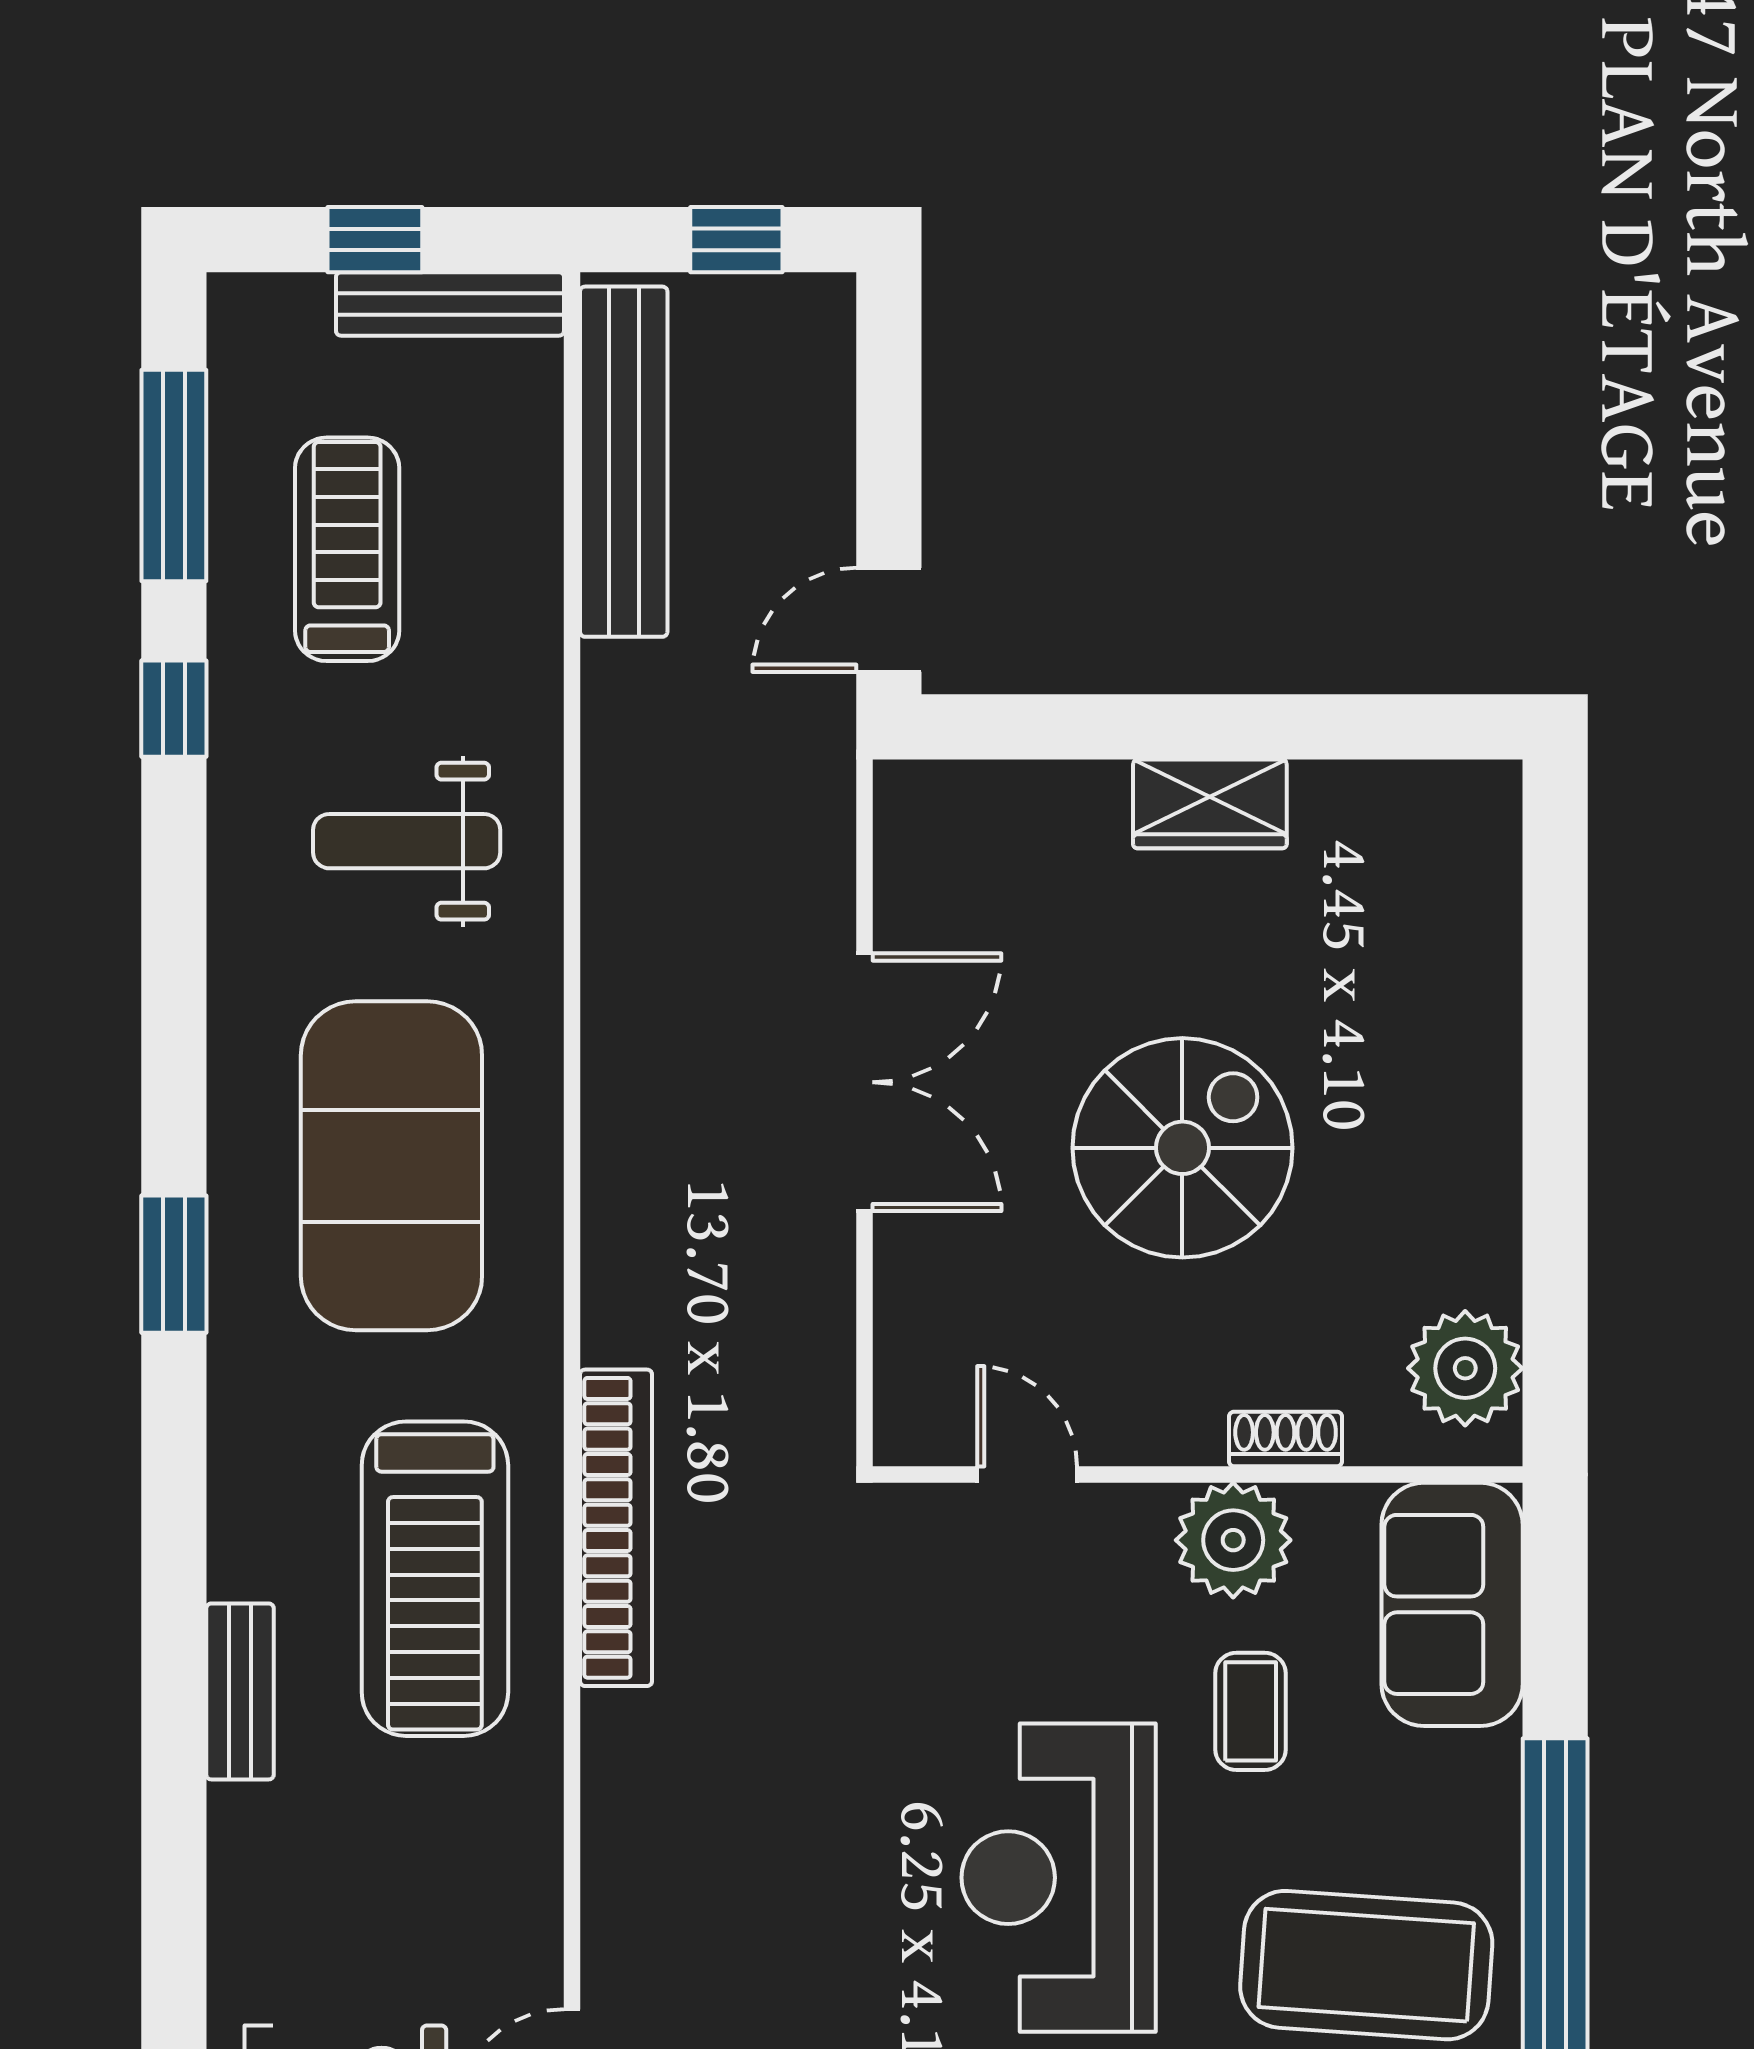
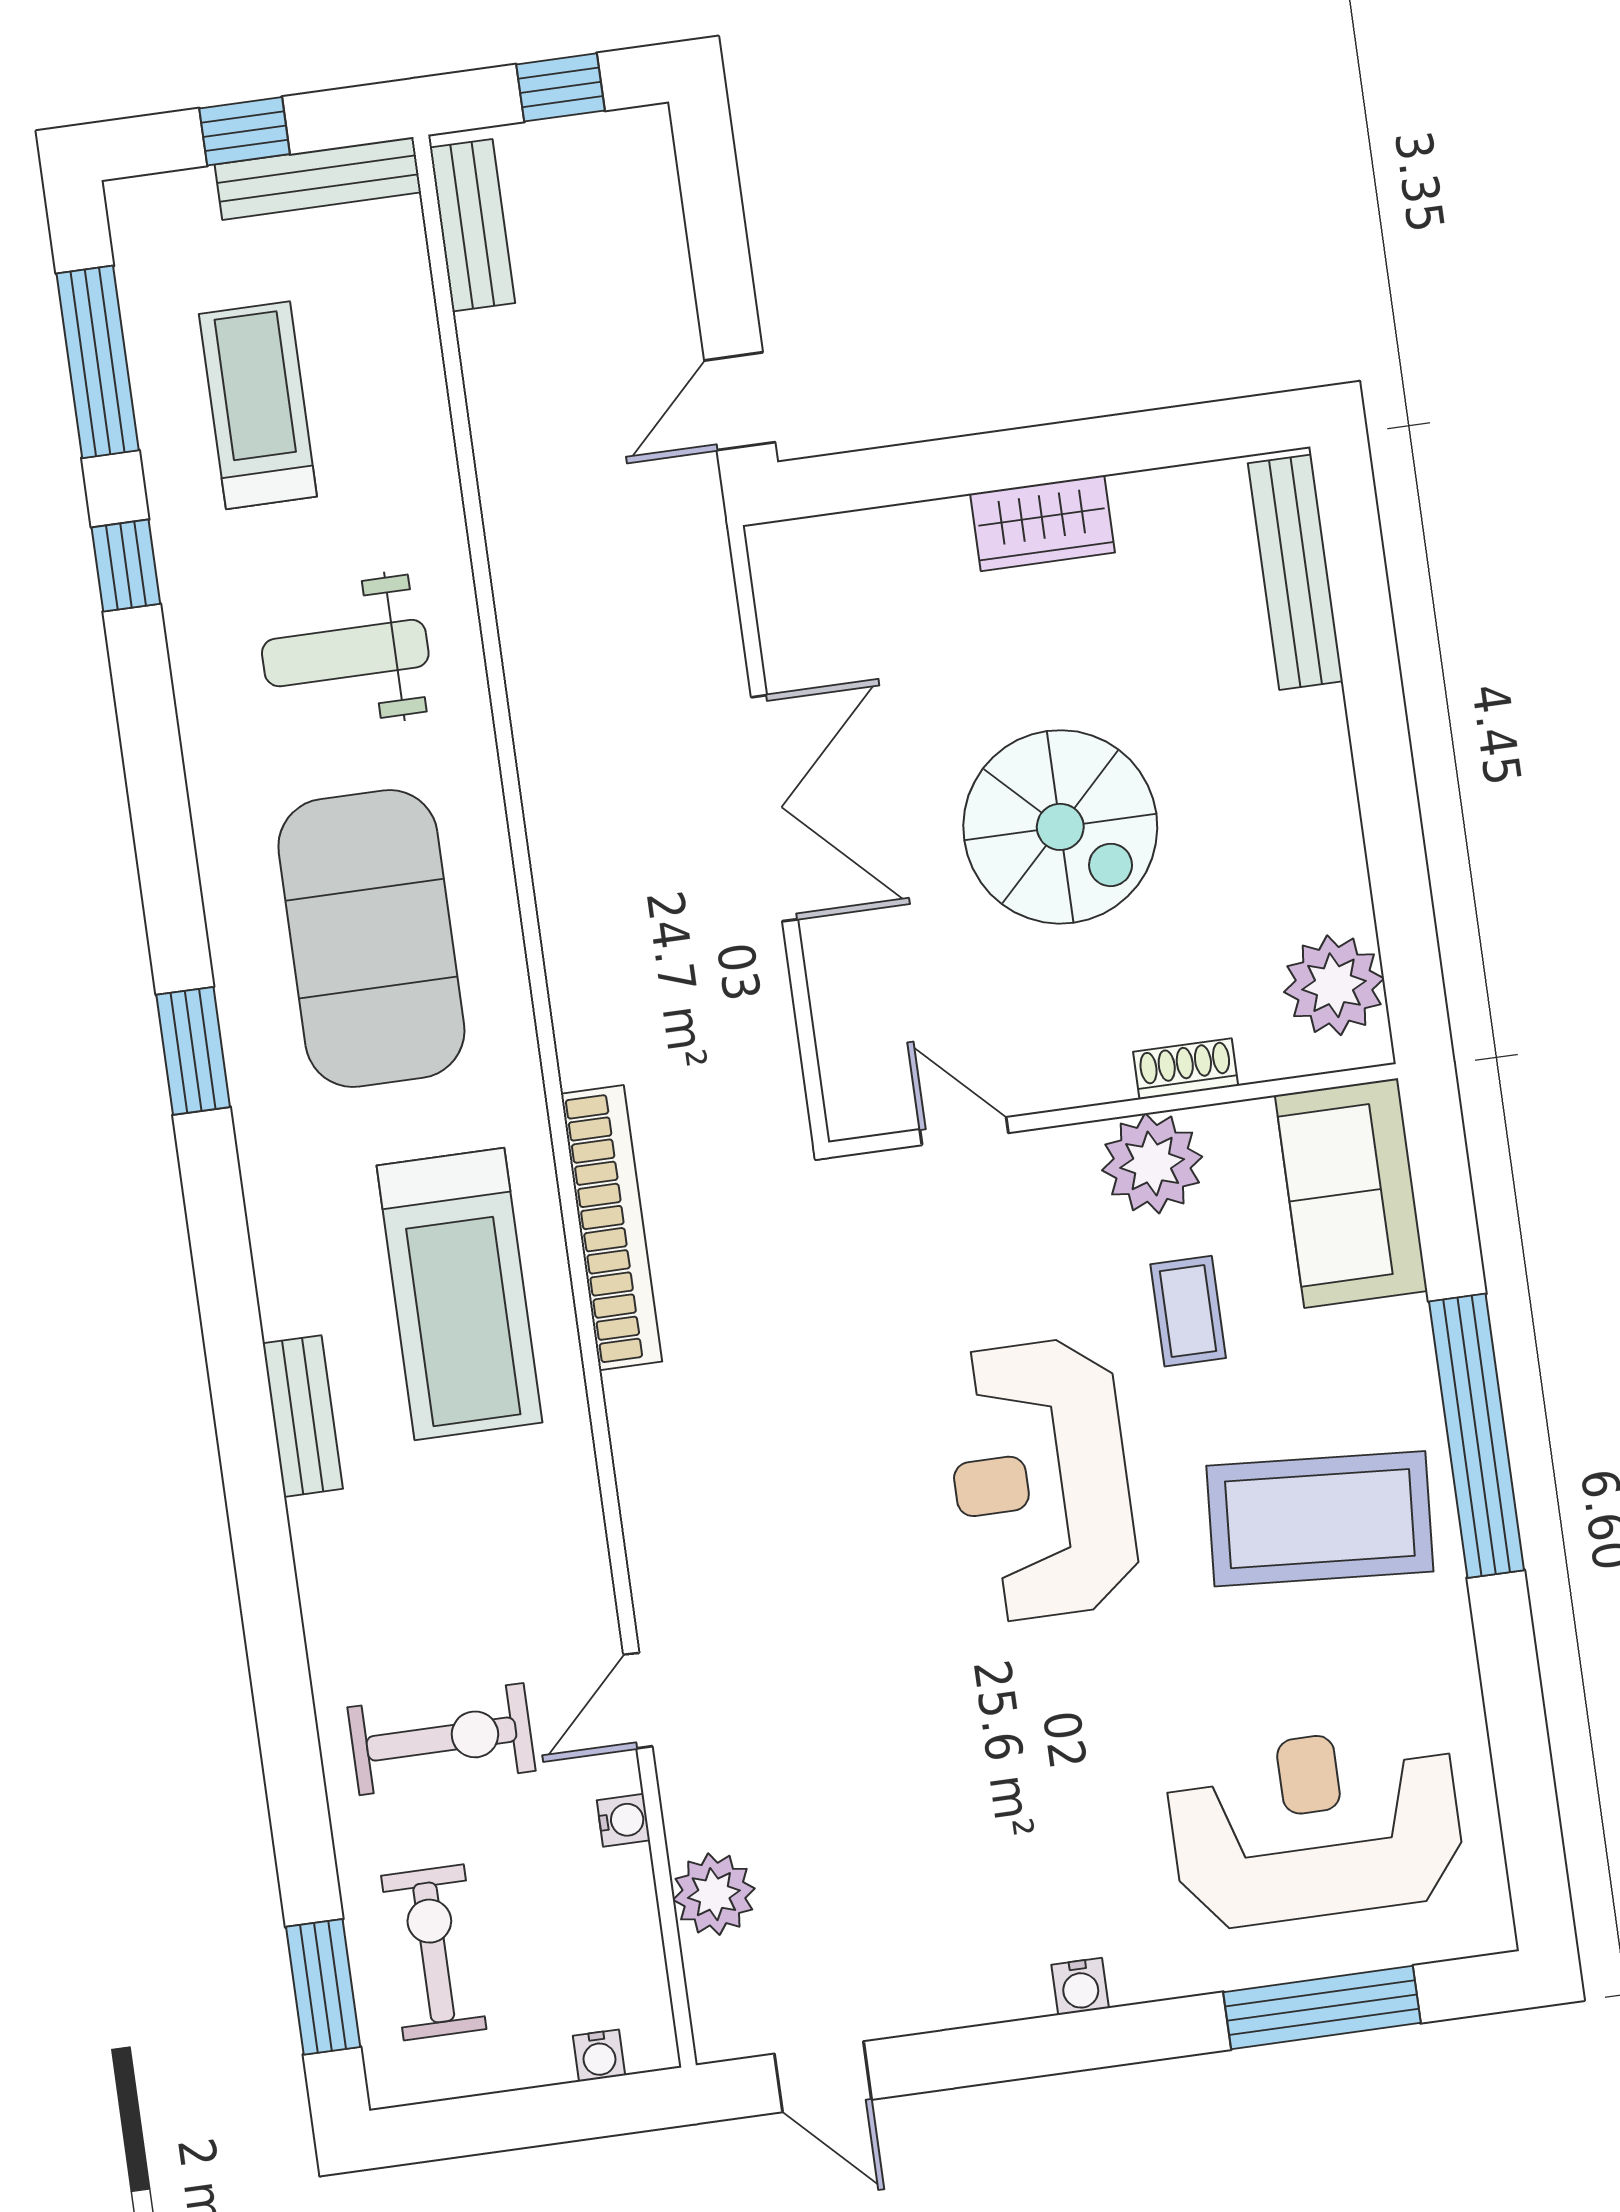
bench: (624, 462) -> (472, 225), width x0.54, depth x0.82
bench: (1486, 898) -> (1295, 572), added
spiral stairs: (1182, 1148) -> (1060, 827), turned 90

